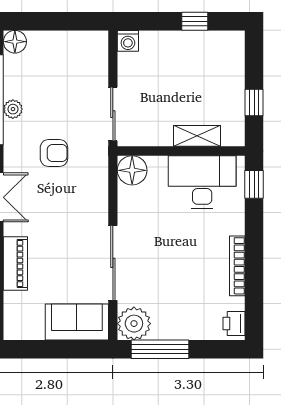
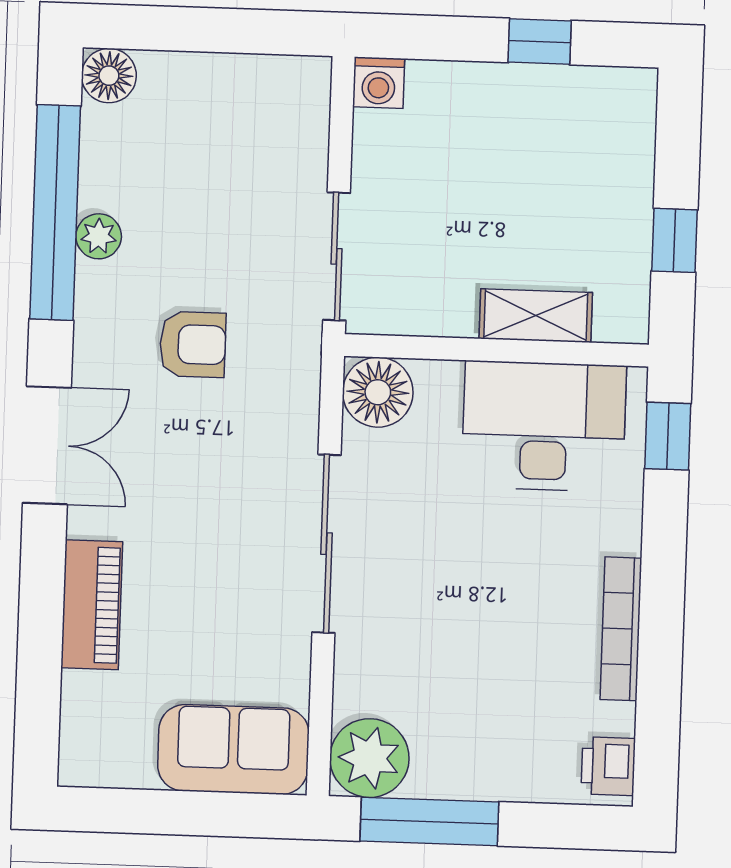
sliding door: (113, 263) -> (326, 544), moved

